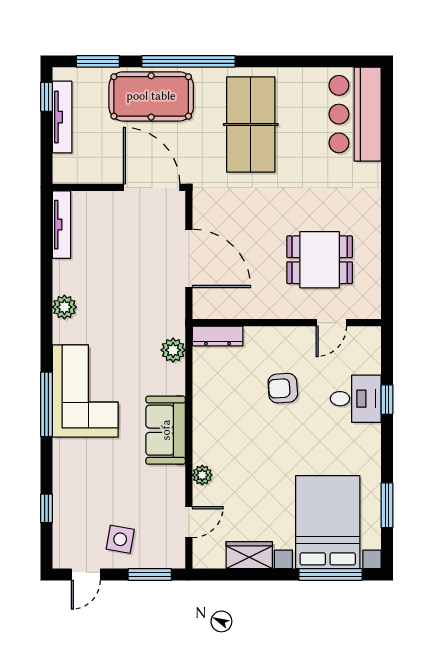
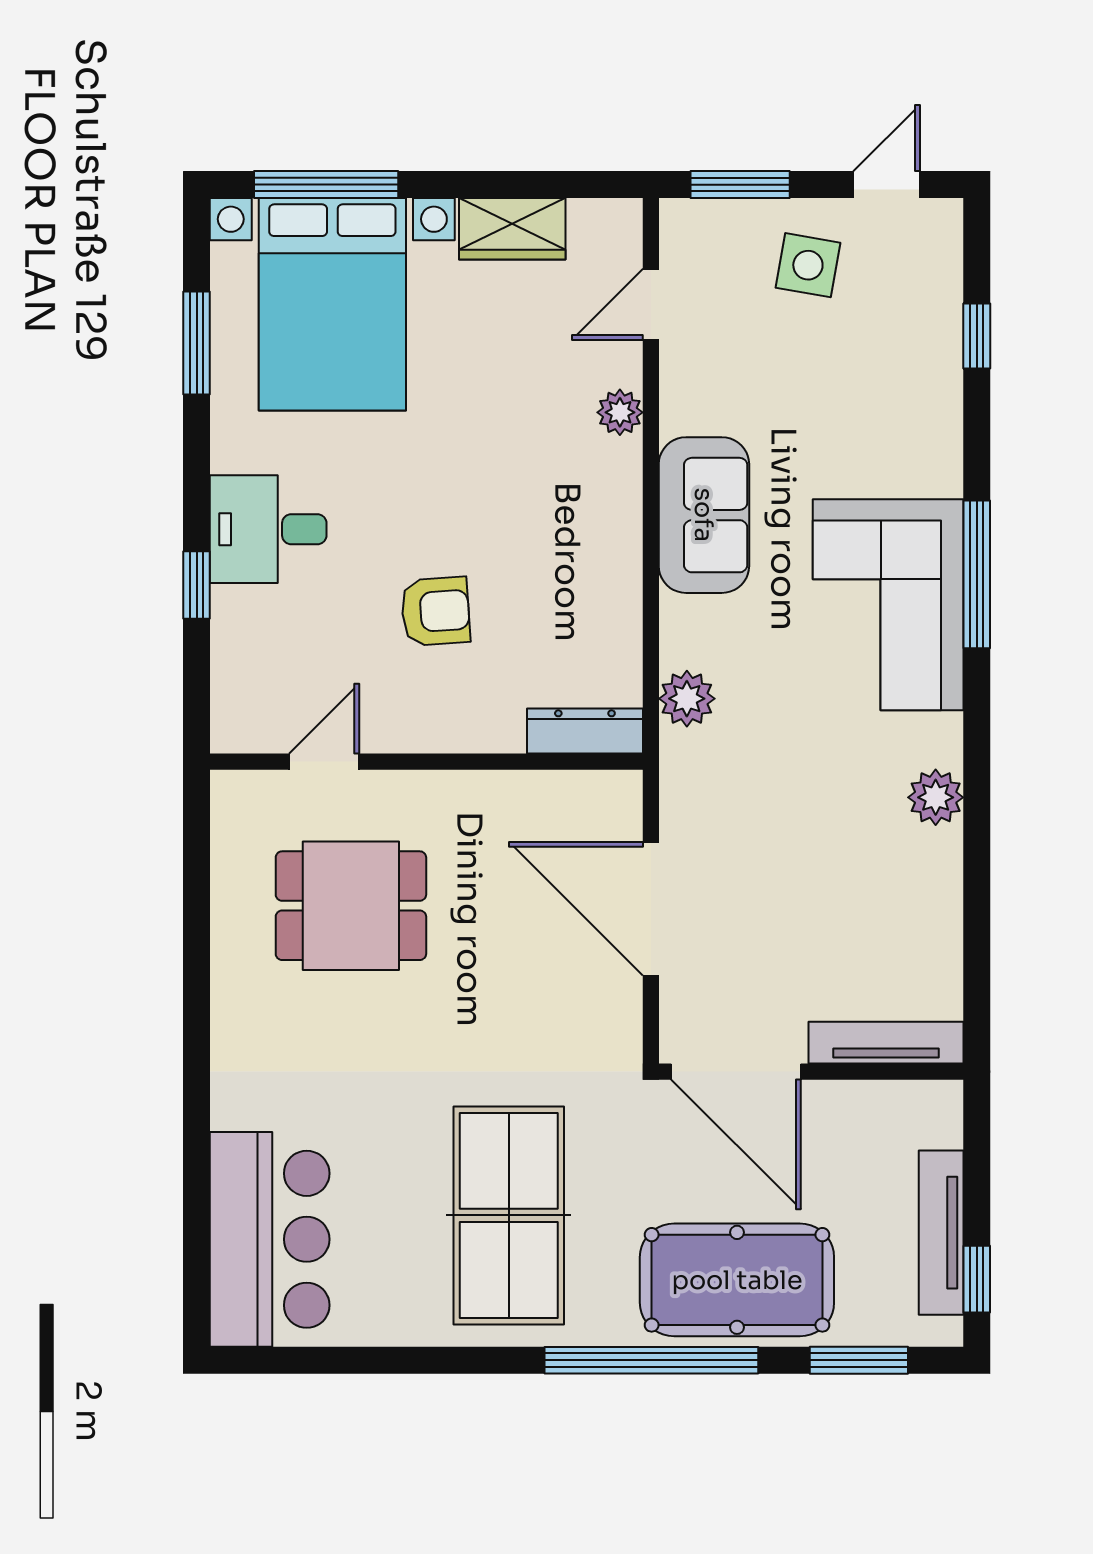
tv unit: (61, 225) -> (886, 1043), moved, turned 90
desk: (356, 399) -> (268, 529), moved

